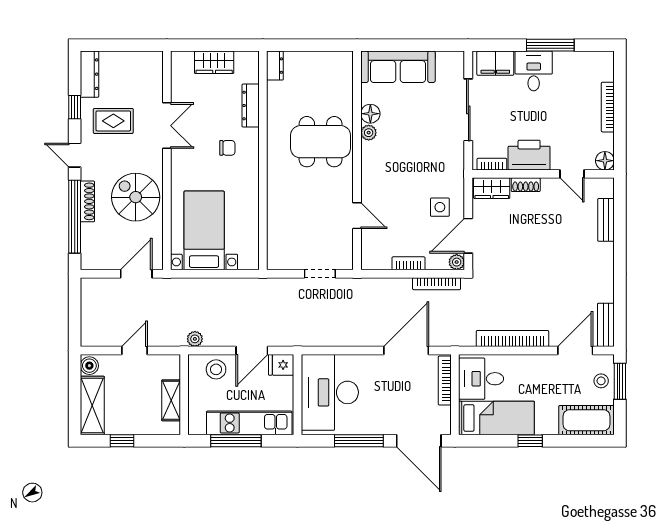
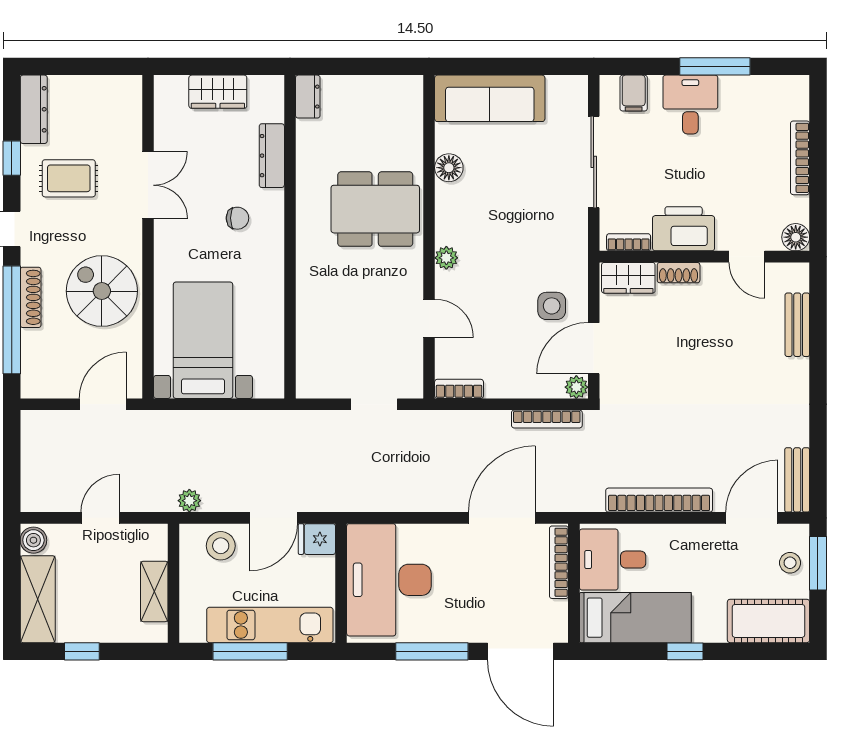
filing cabinet: (495, 63) -> (634, 93), width x0.50
plant: (369, 133) -> (446, 258), moved
bookcase: (408, 263) -> (459, 389), moved

